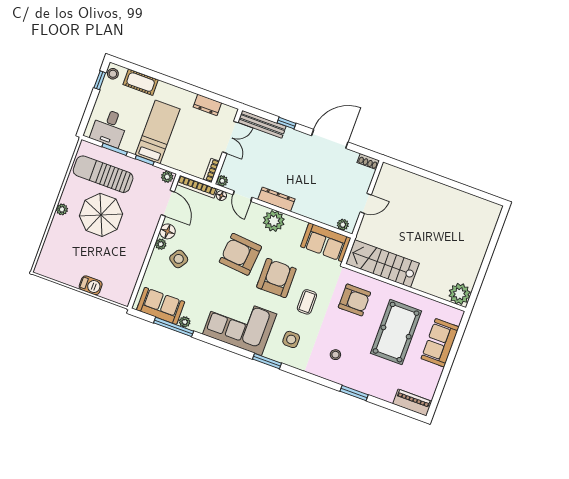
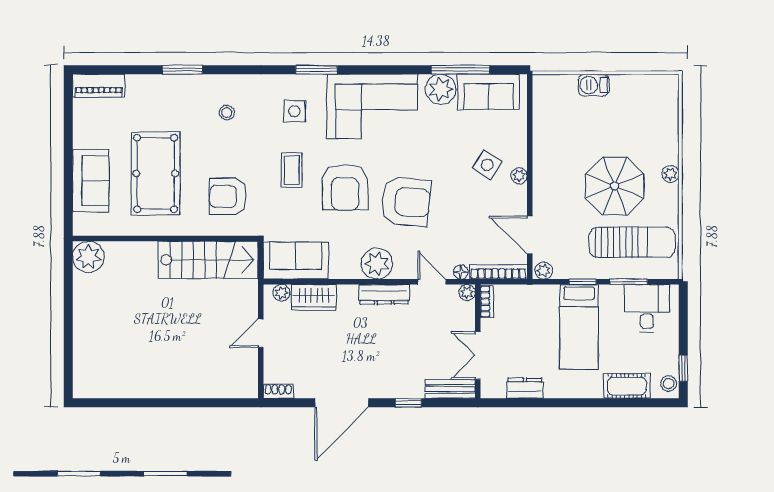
bench: (262, 124) -> (450, 389), width x0.73
wardrobe: (323, 214) -> (314, 297), added
floor lamp: (167, 231) -> (516, 197), removed
plant: (185, 322) -> (441, 89), width x1.88, depth x1.88

